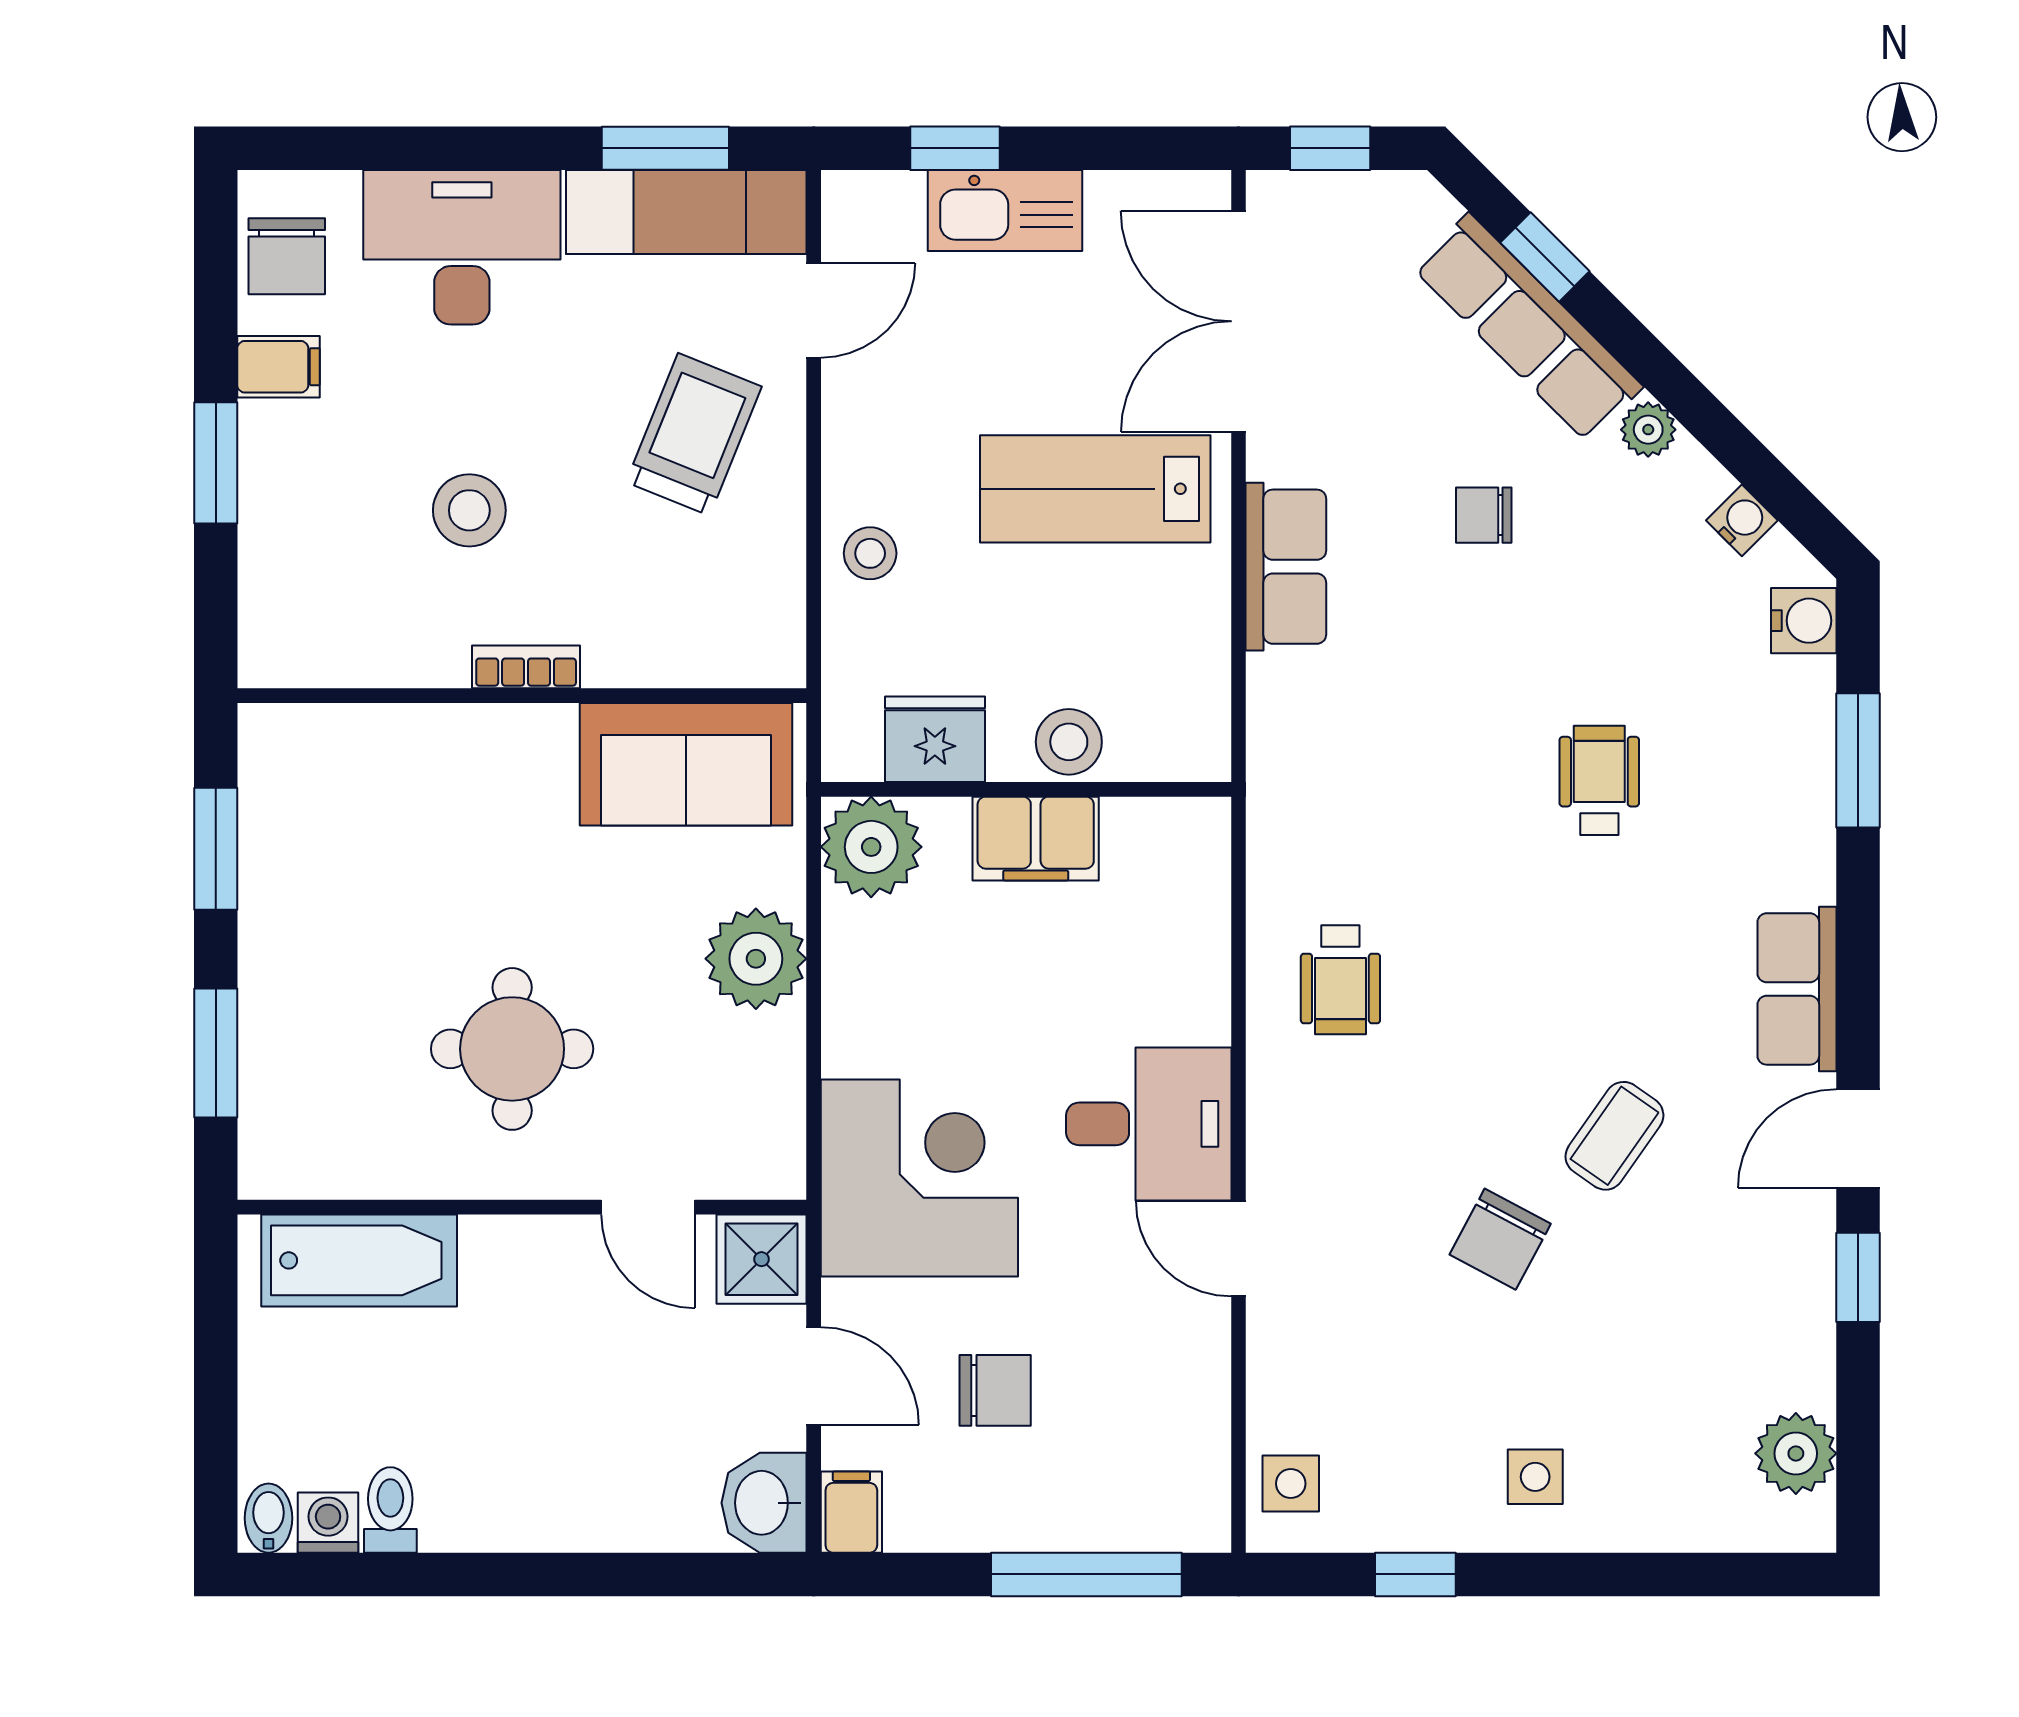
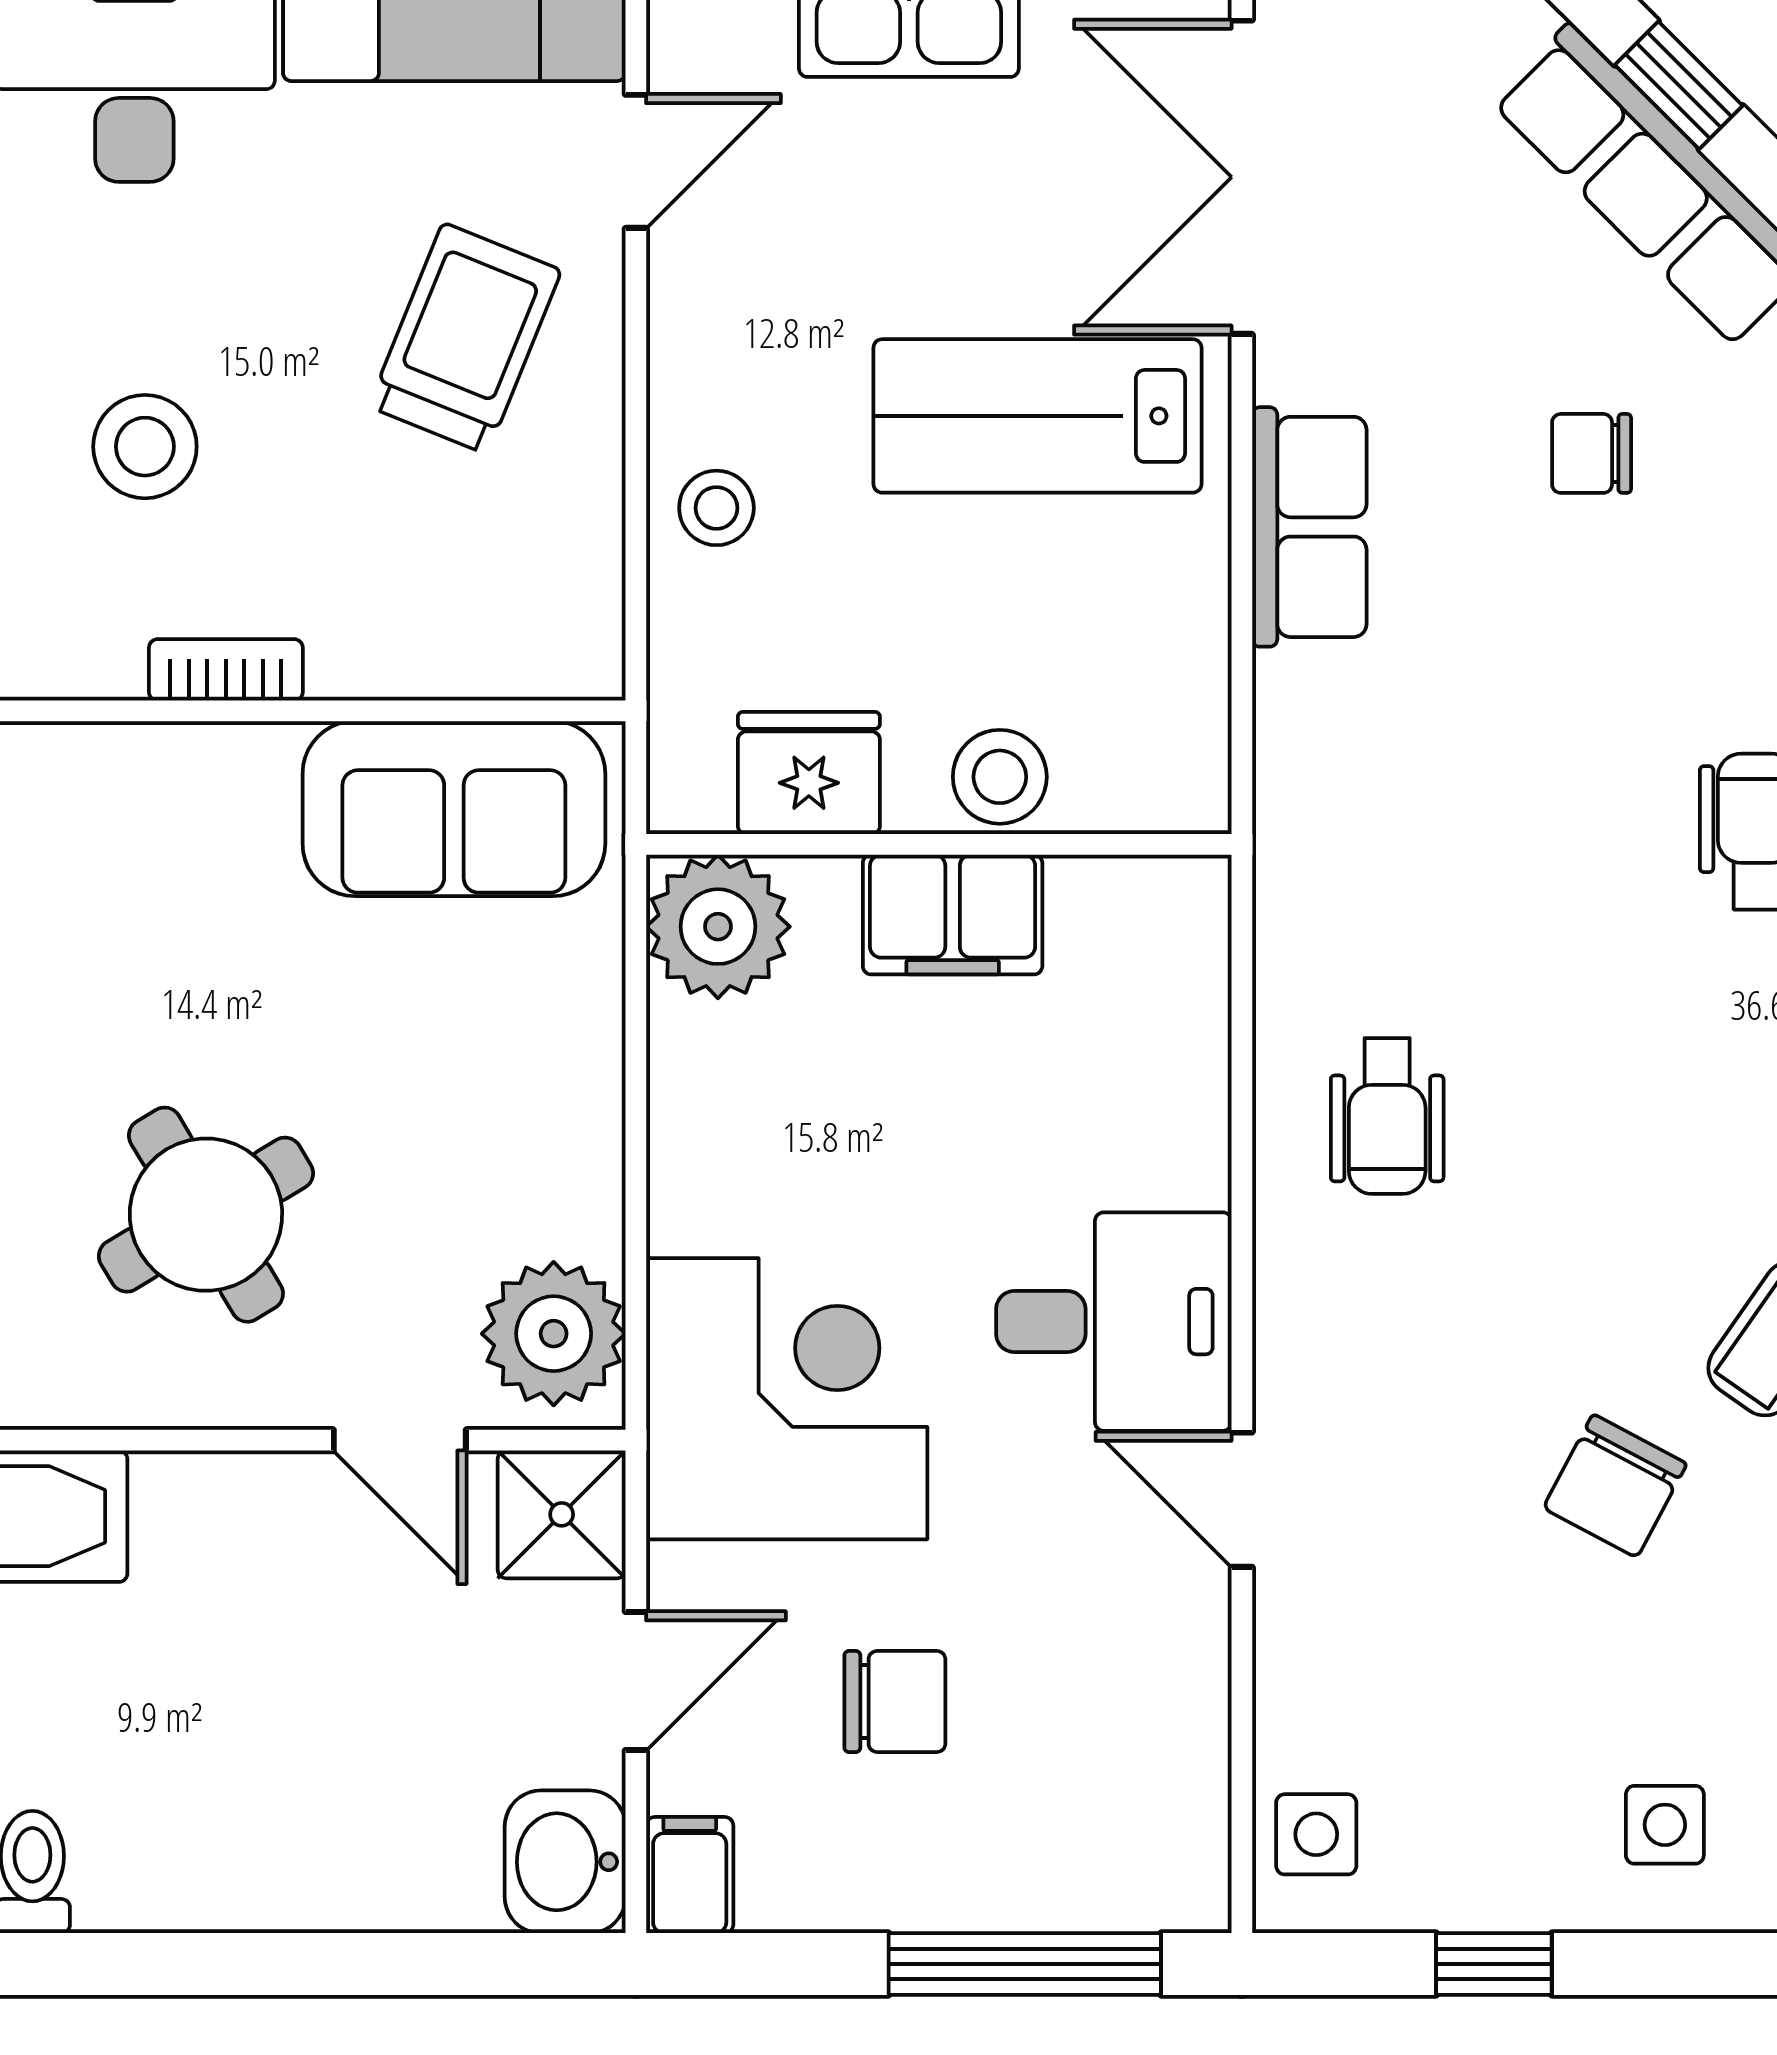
plant: (756, 959) -> (554, 1334), moved
round table: (512, 1049) -> (206, 1215), turned -31
door: (814, 1376) -> (636, 1681), hinge flipped

